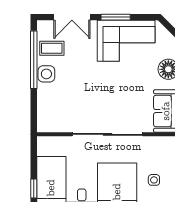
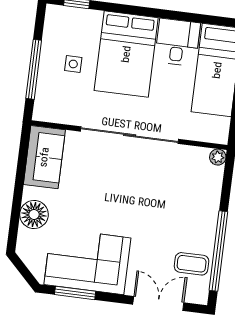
window: (116, 17) -> (75, 293), moved
side table: (46, 74) -> (203, 229), removed
plant: (43, 127) -> (218, 157), added

